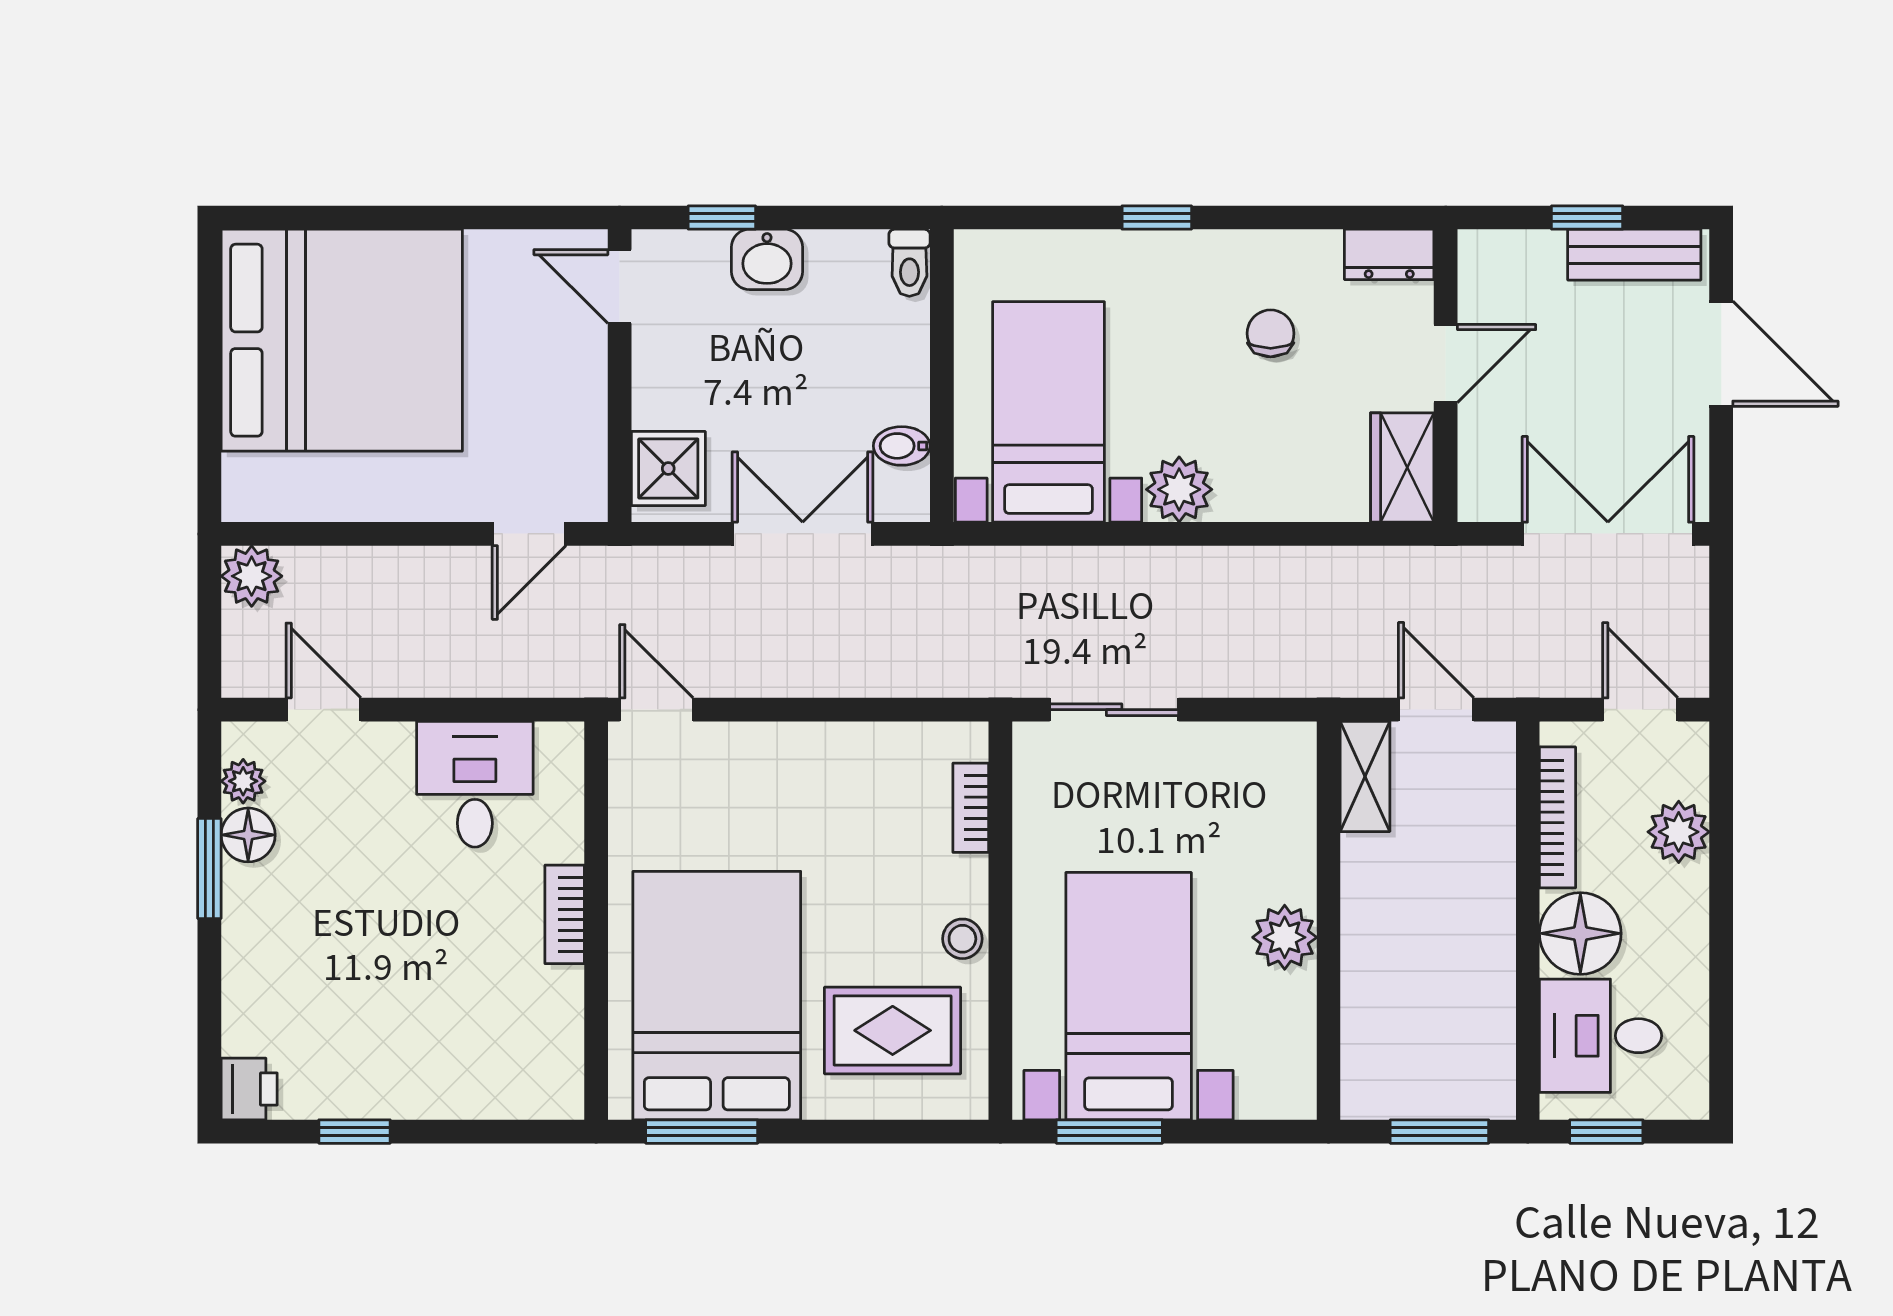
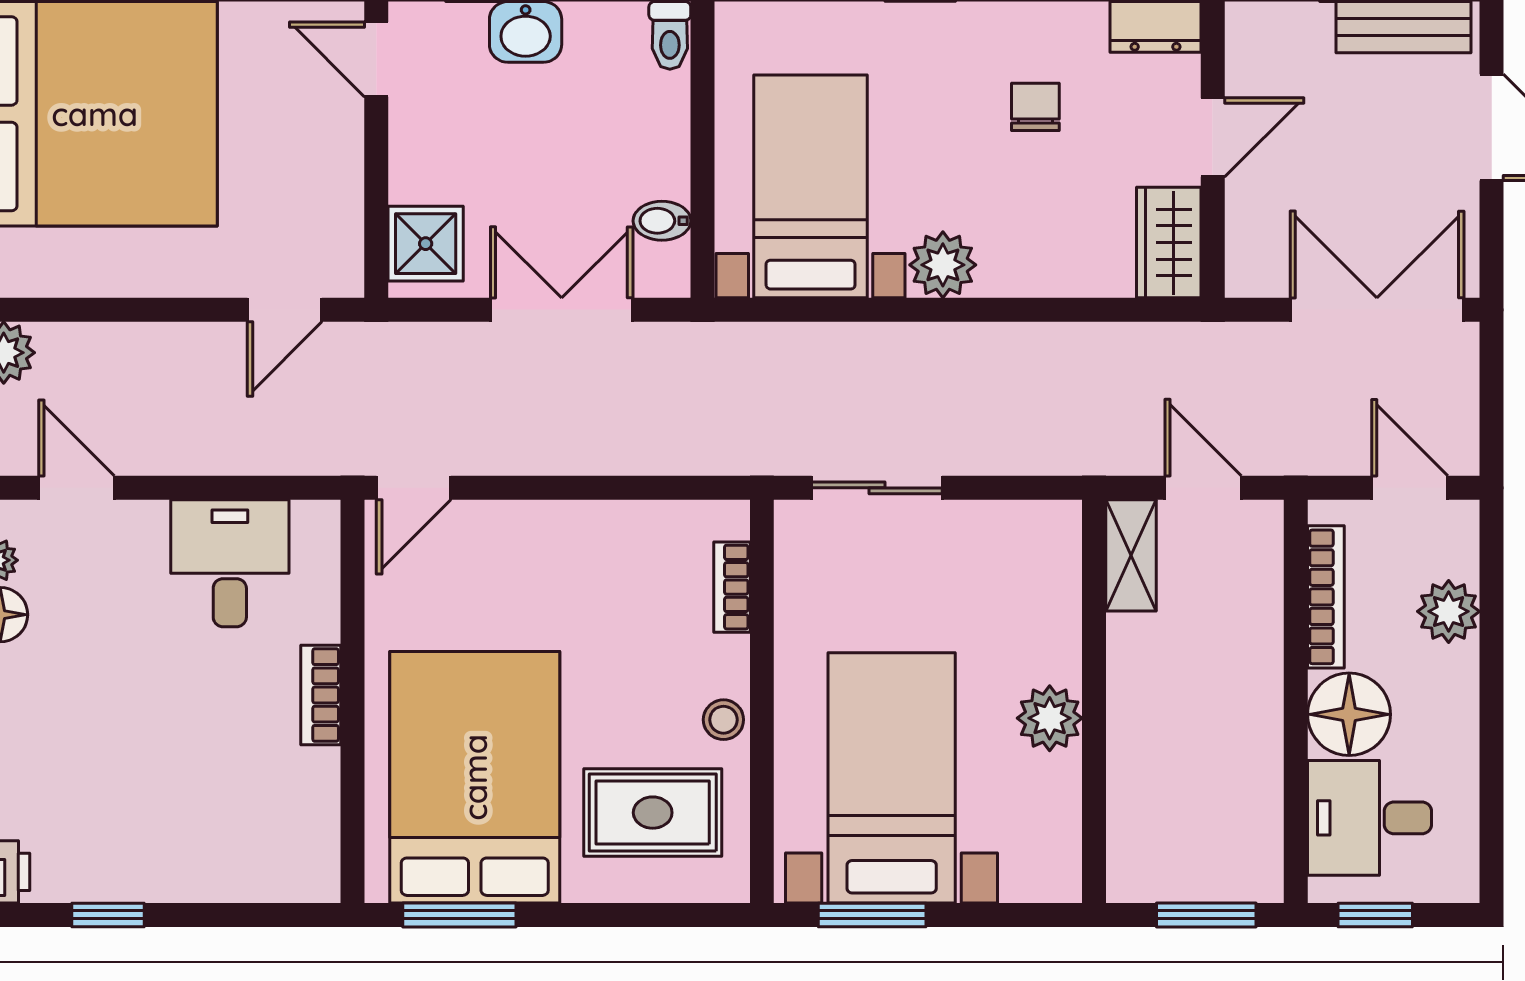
door: (656, 710) -> (414, 488), swing flipped

